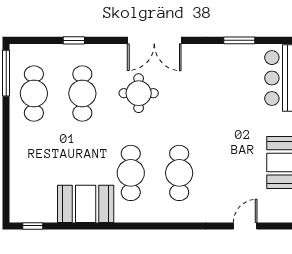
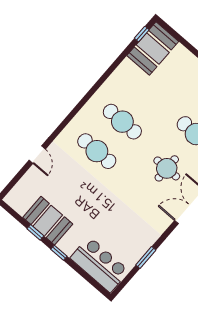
booth: (86, 204) -> (153, 49), moved
door: (245, 226) -> (37, 155), moved

